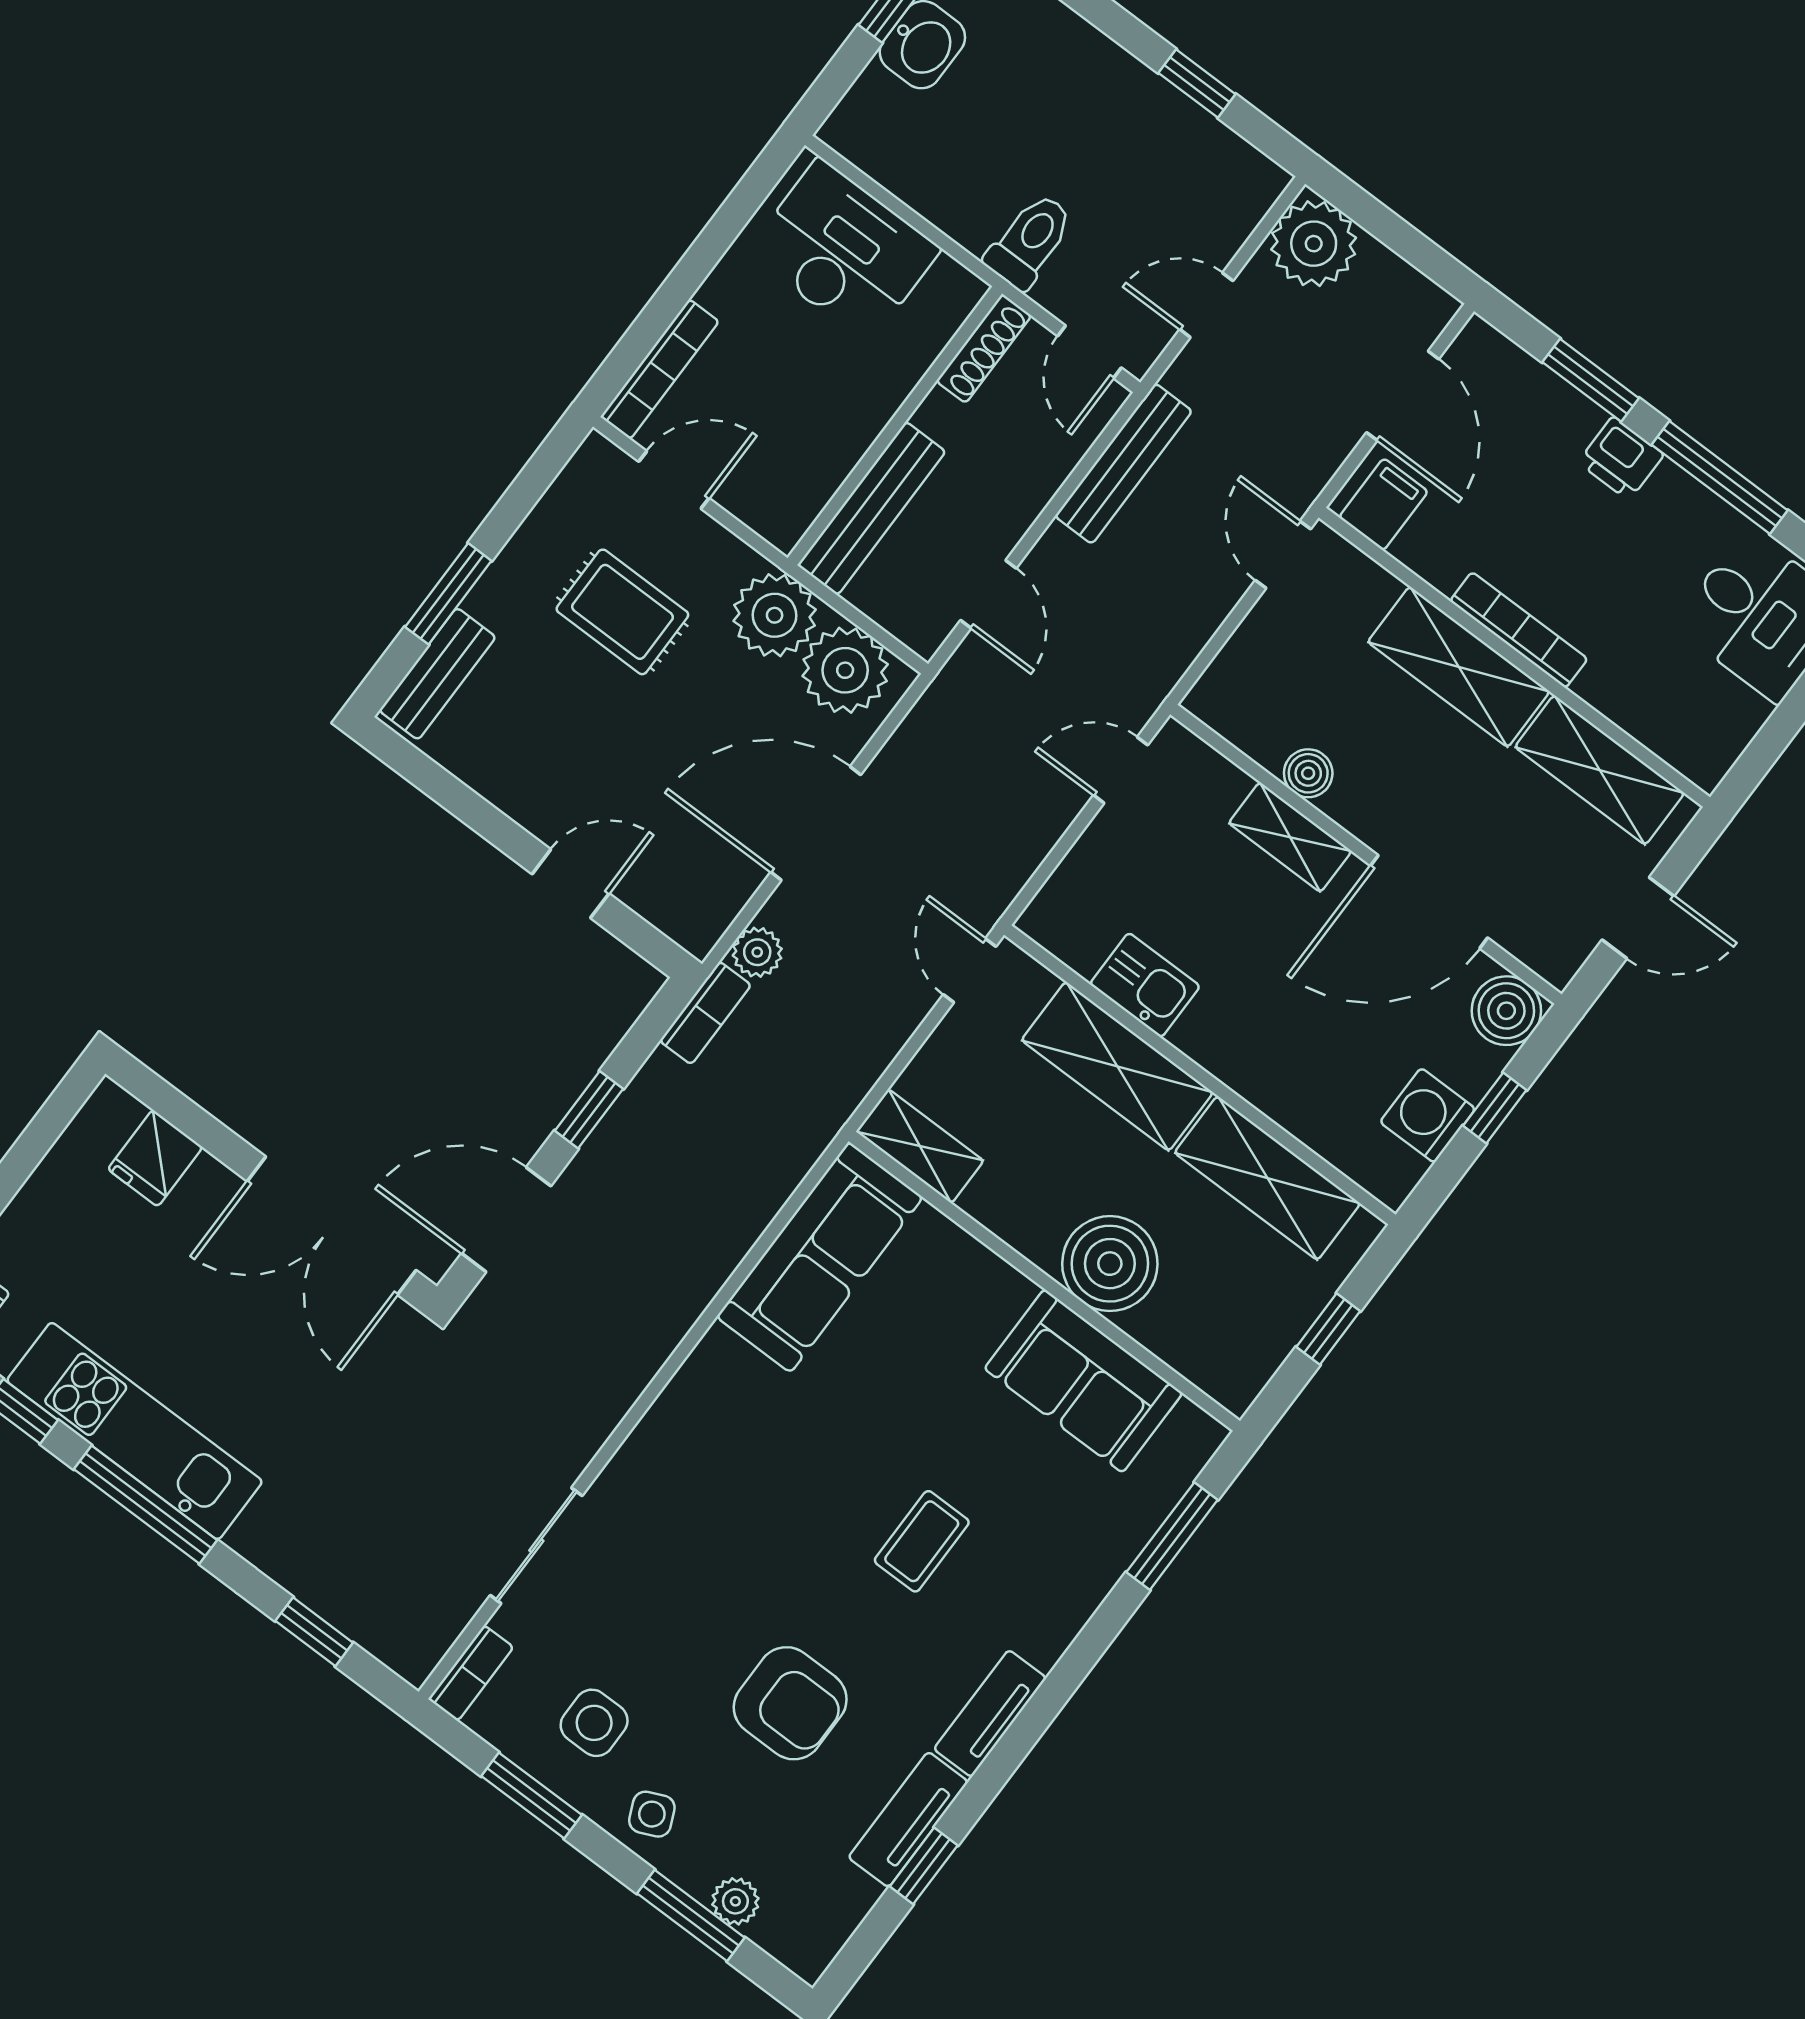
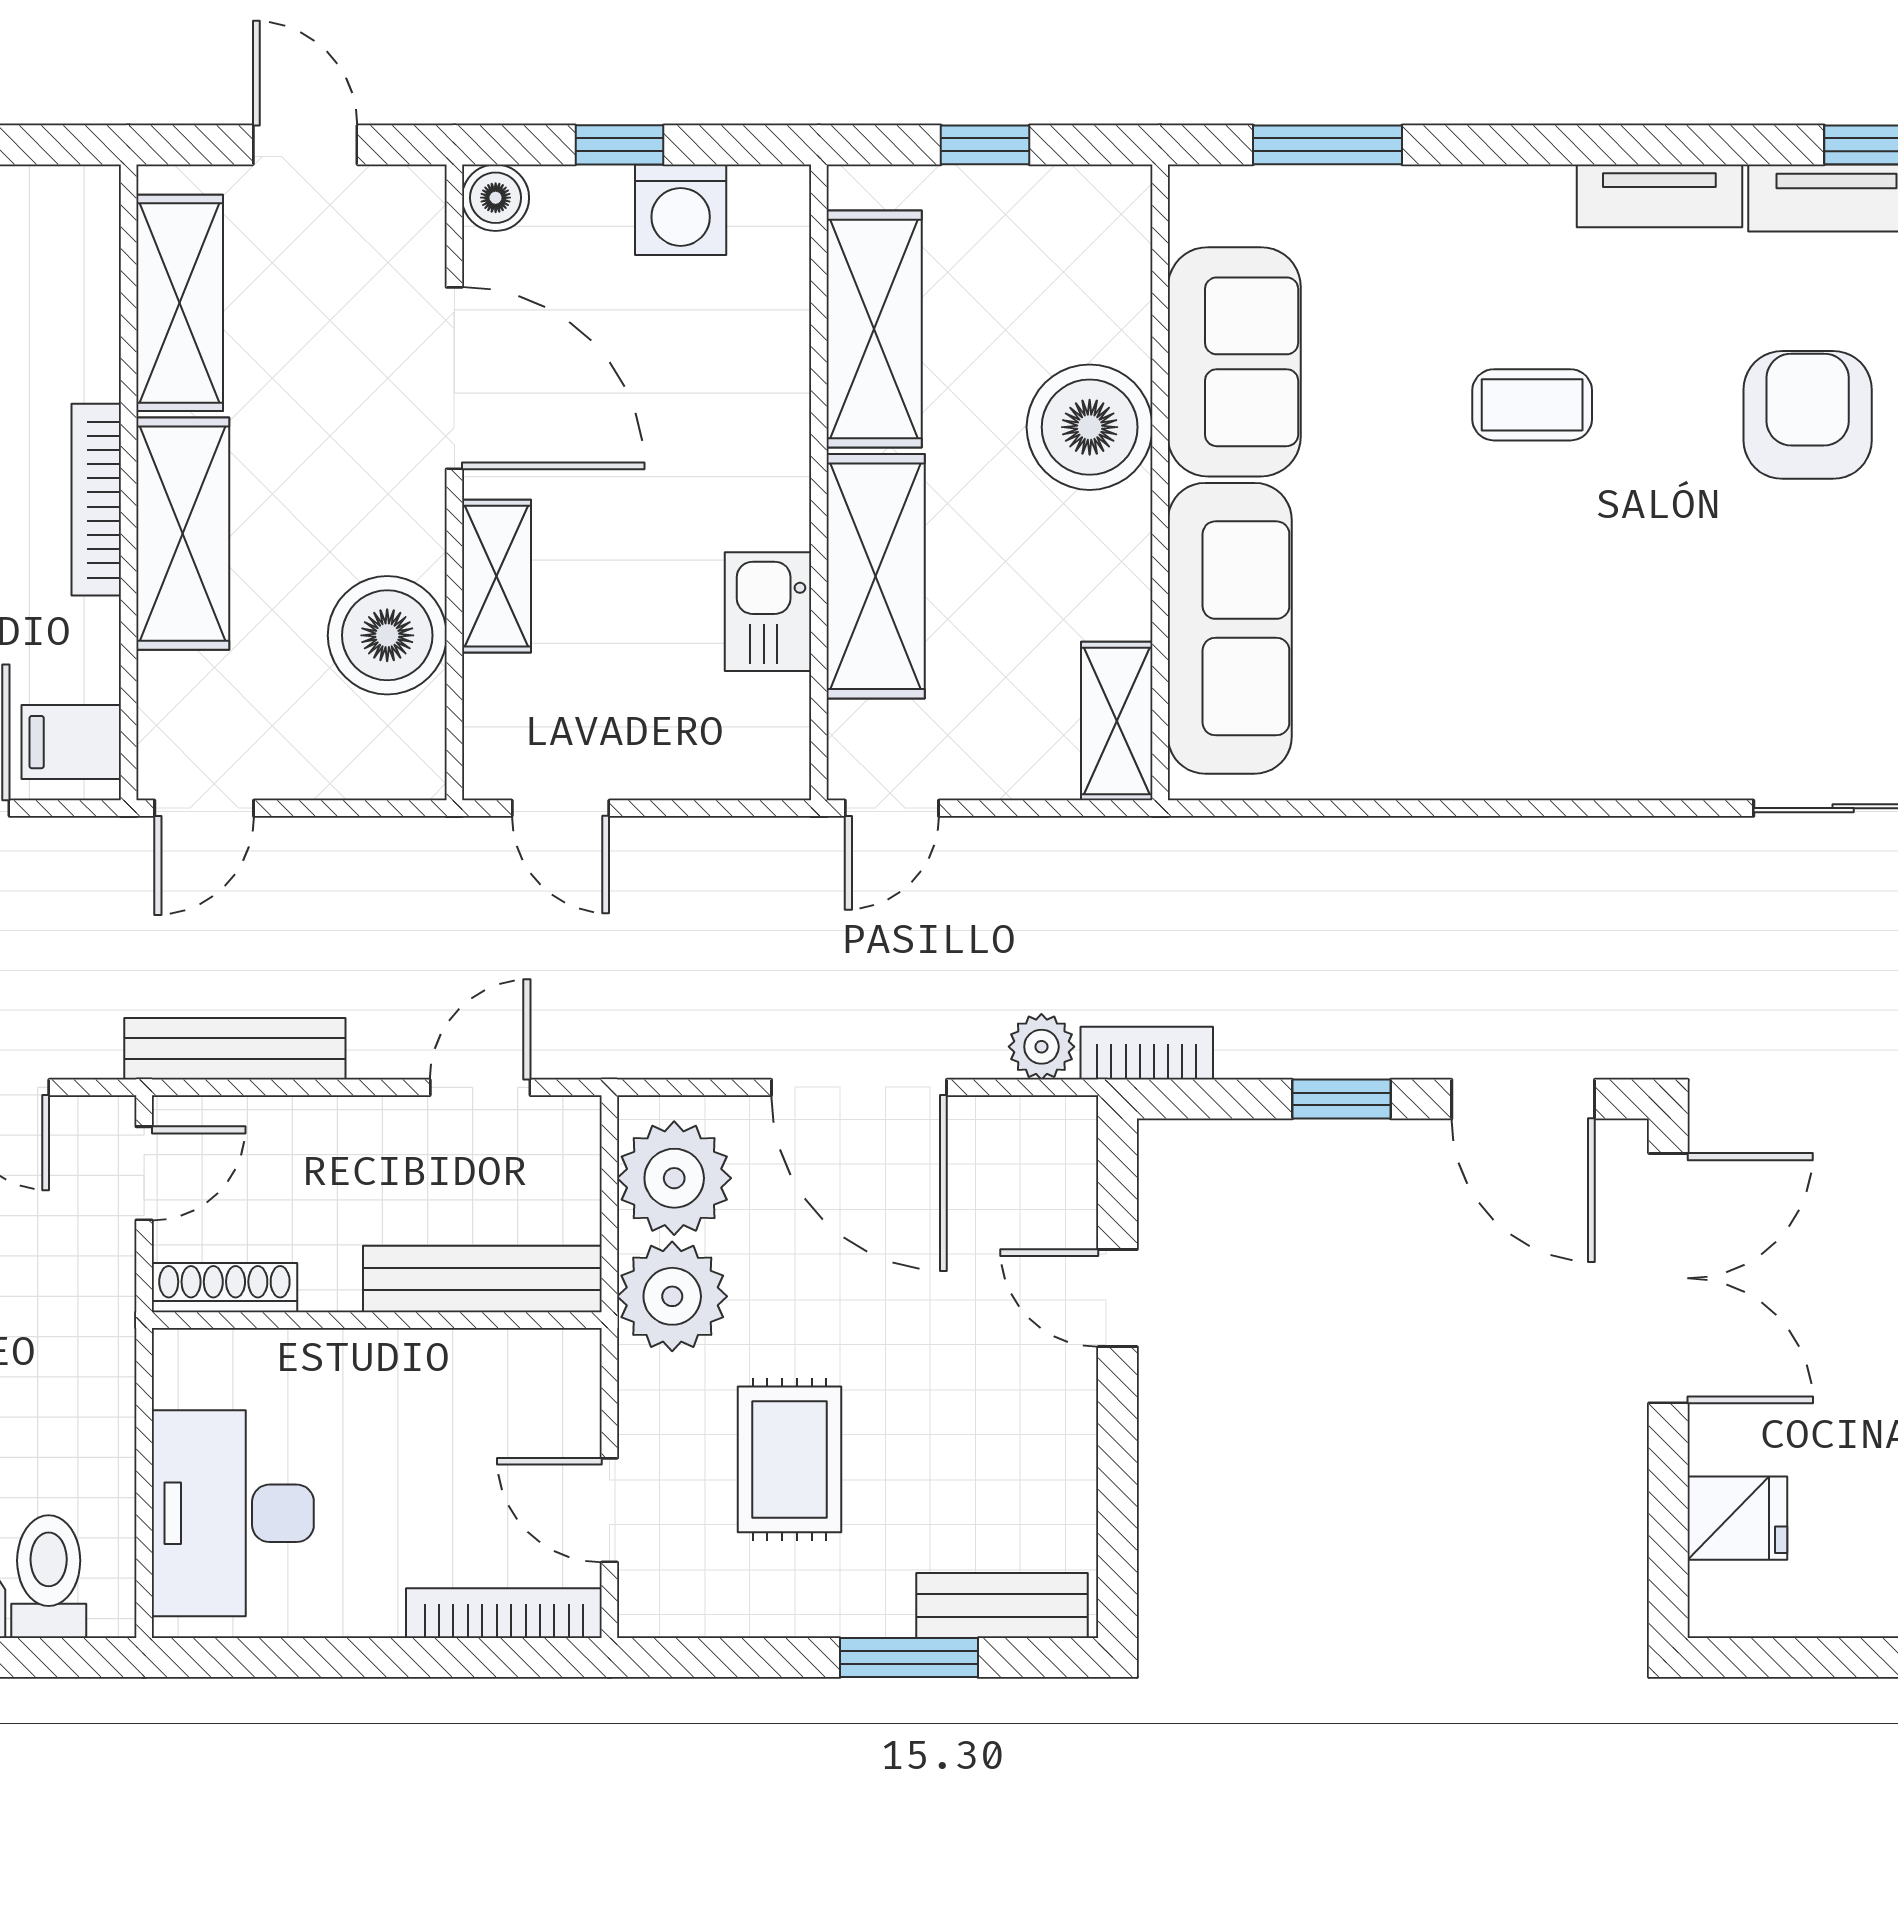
toilet: (1030, 241) -> (49, 1577), moved, turned 90
boiler: (1308, 773) -> (387, 635), width x1.86, depth x1.86
boiler: (1506, 1011) -> (496, 198), width x0.73, depth x0.73
sofa: (820, 1257) -> (1230, 628), moved, turned 90

